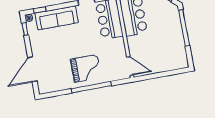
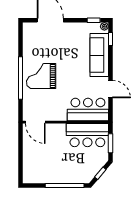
door: (130, 66) -> (35, 122), hinge flipped
grand piano: (86, 68) -> (41, 76), turned 90

